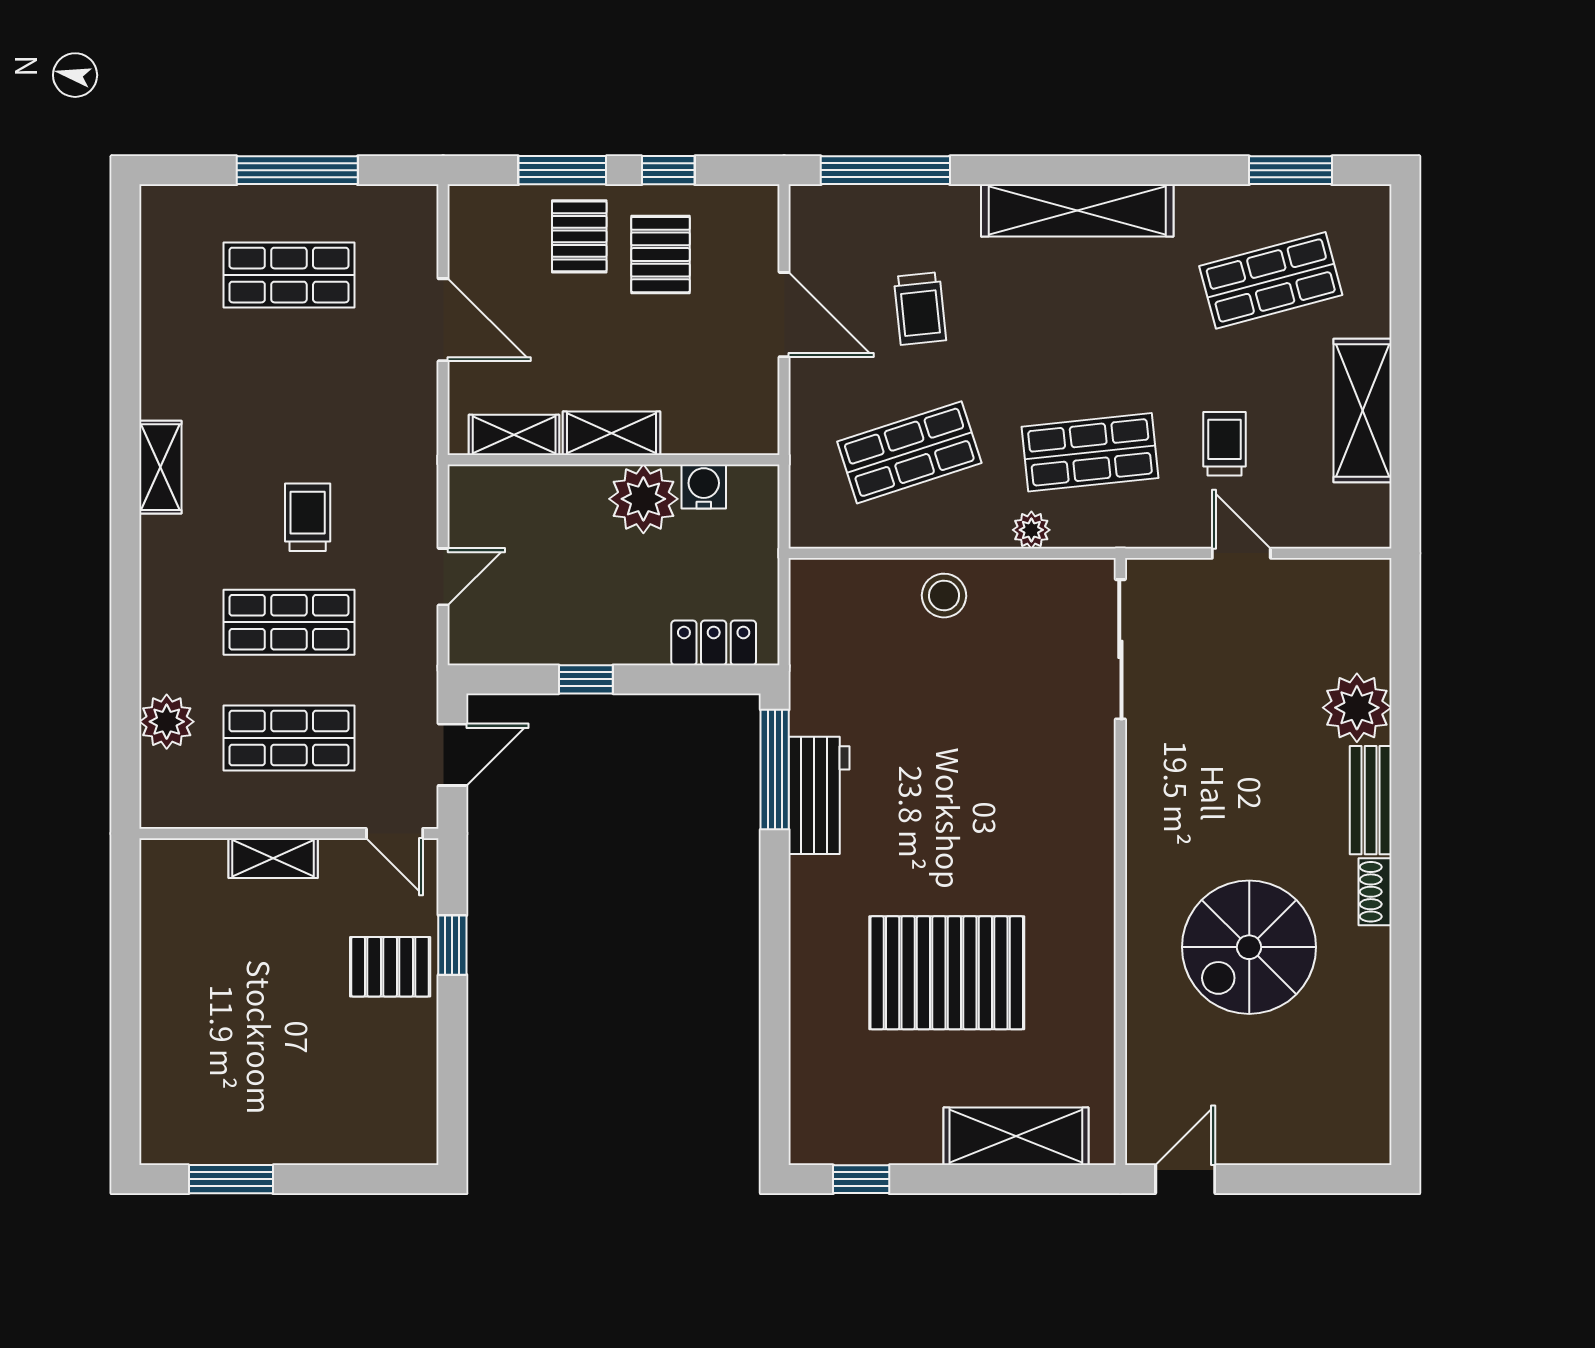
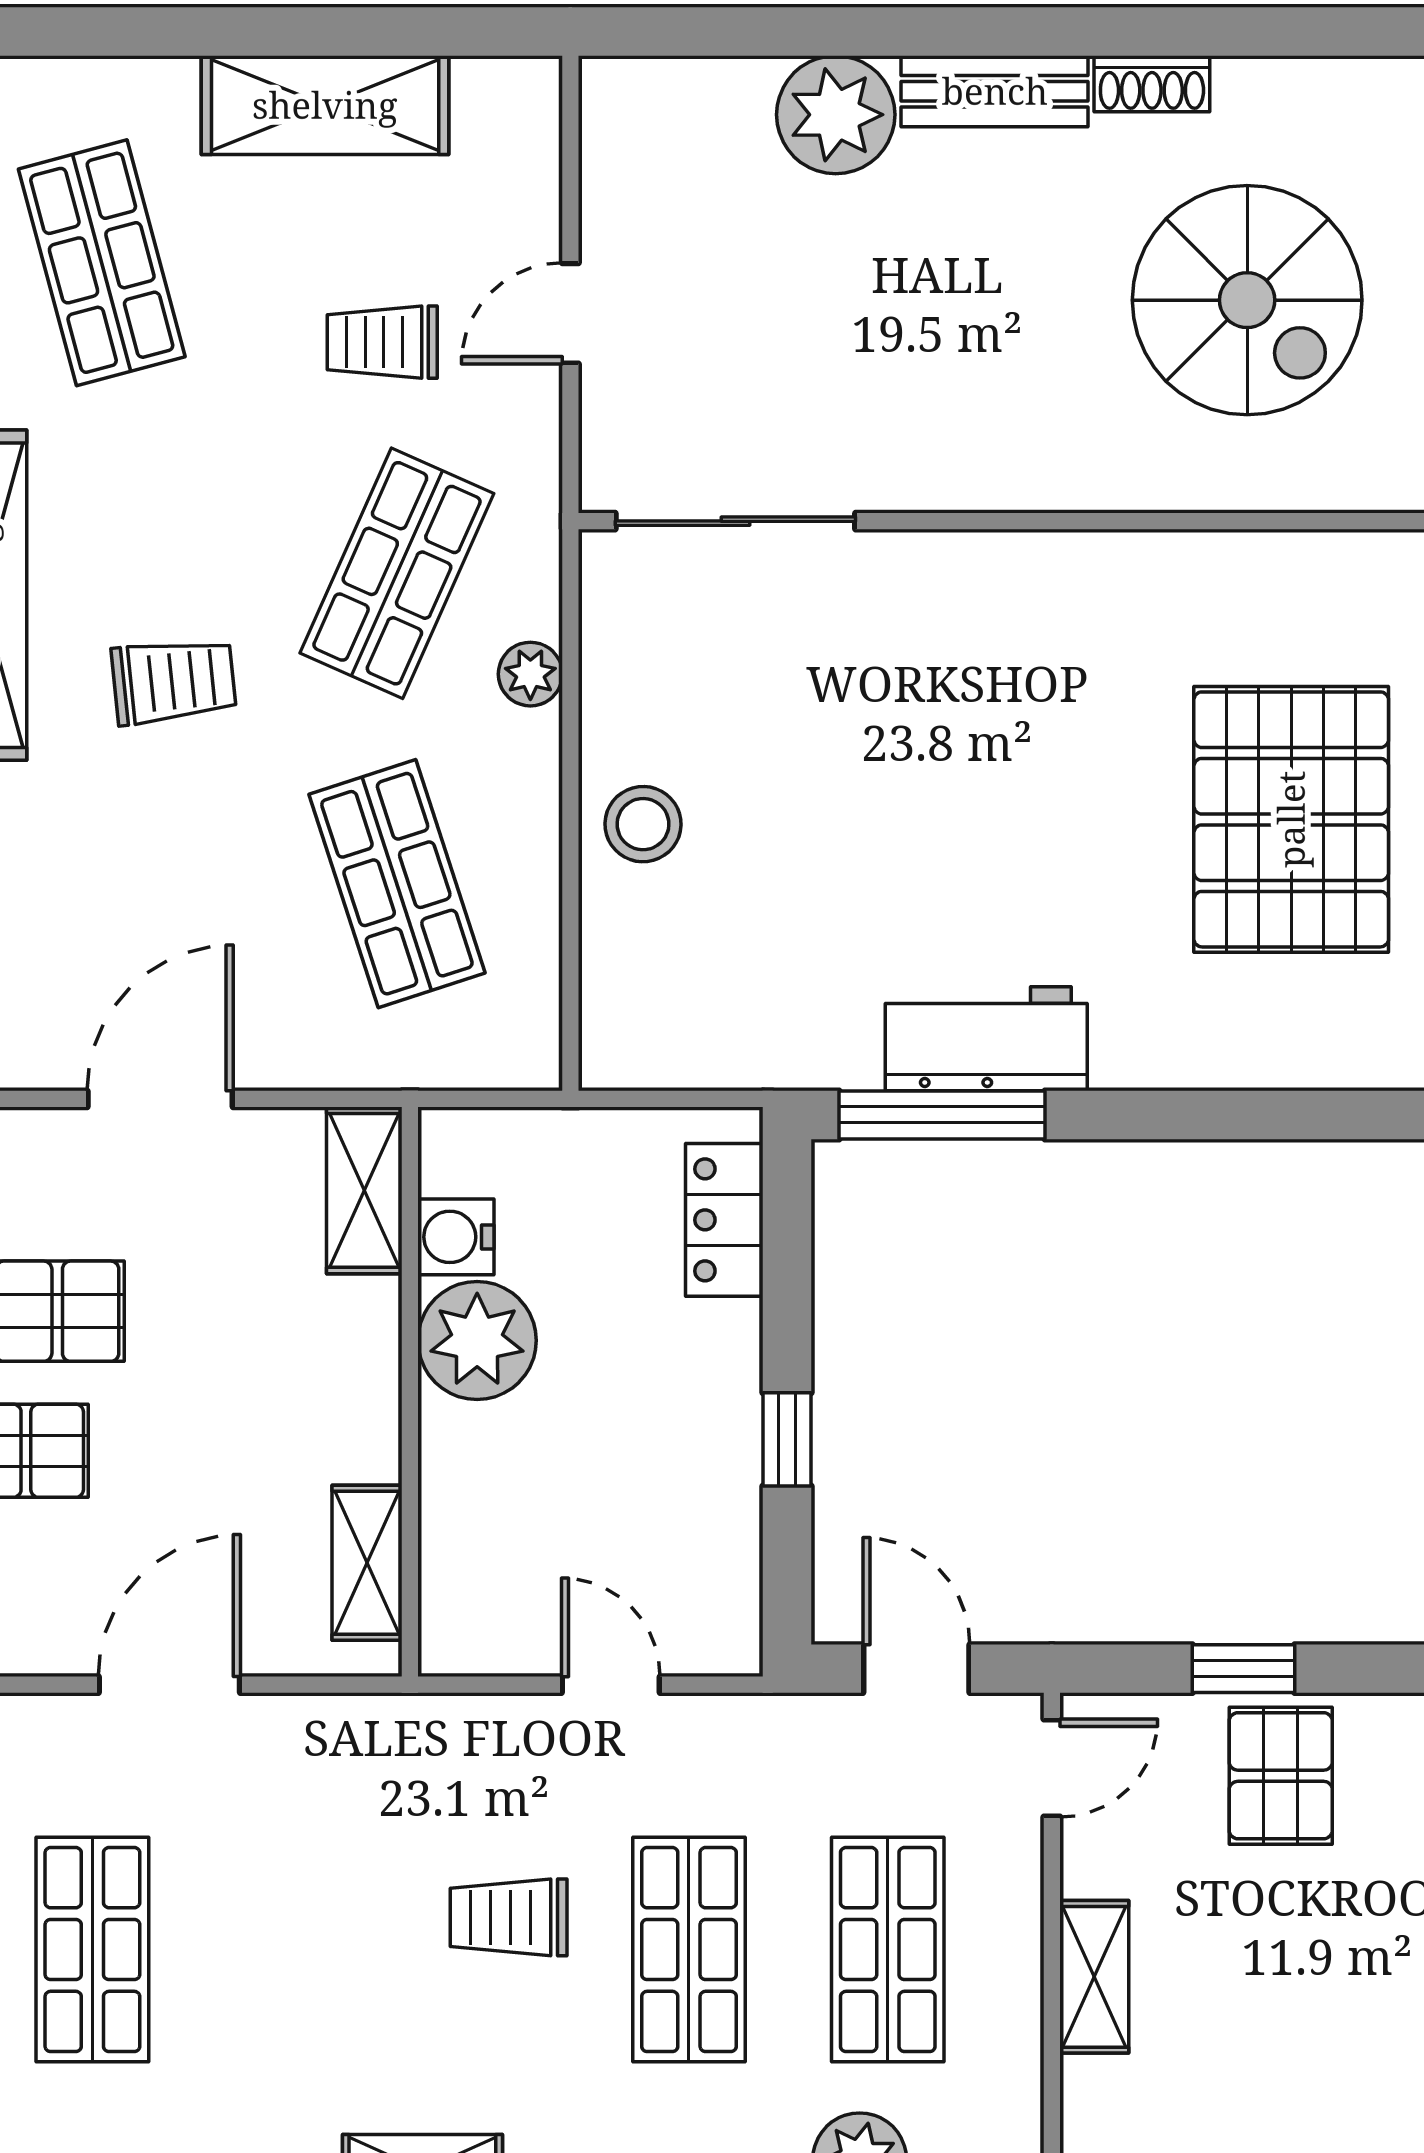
trolley: (920, 308) -> (174, 681), moved
shelving: (612, 433) -> (364, 1190), moved
shop shelf: (1090, 452) -> (397, 573), turned 30

